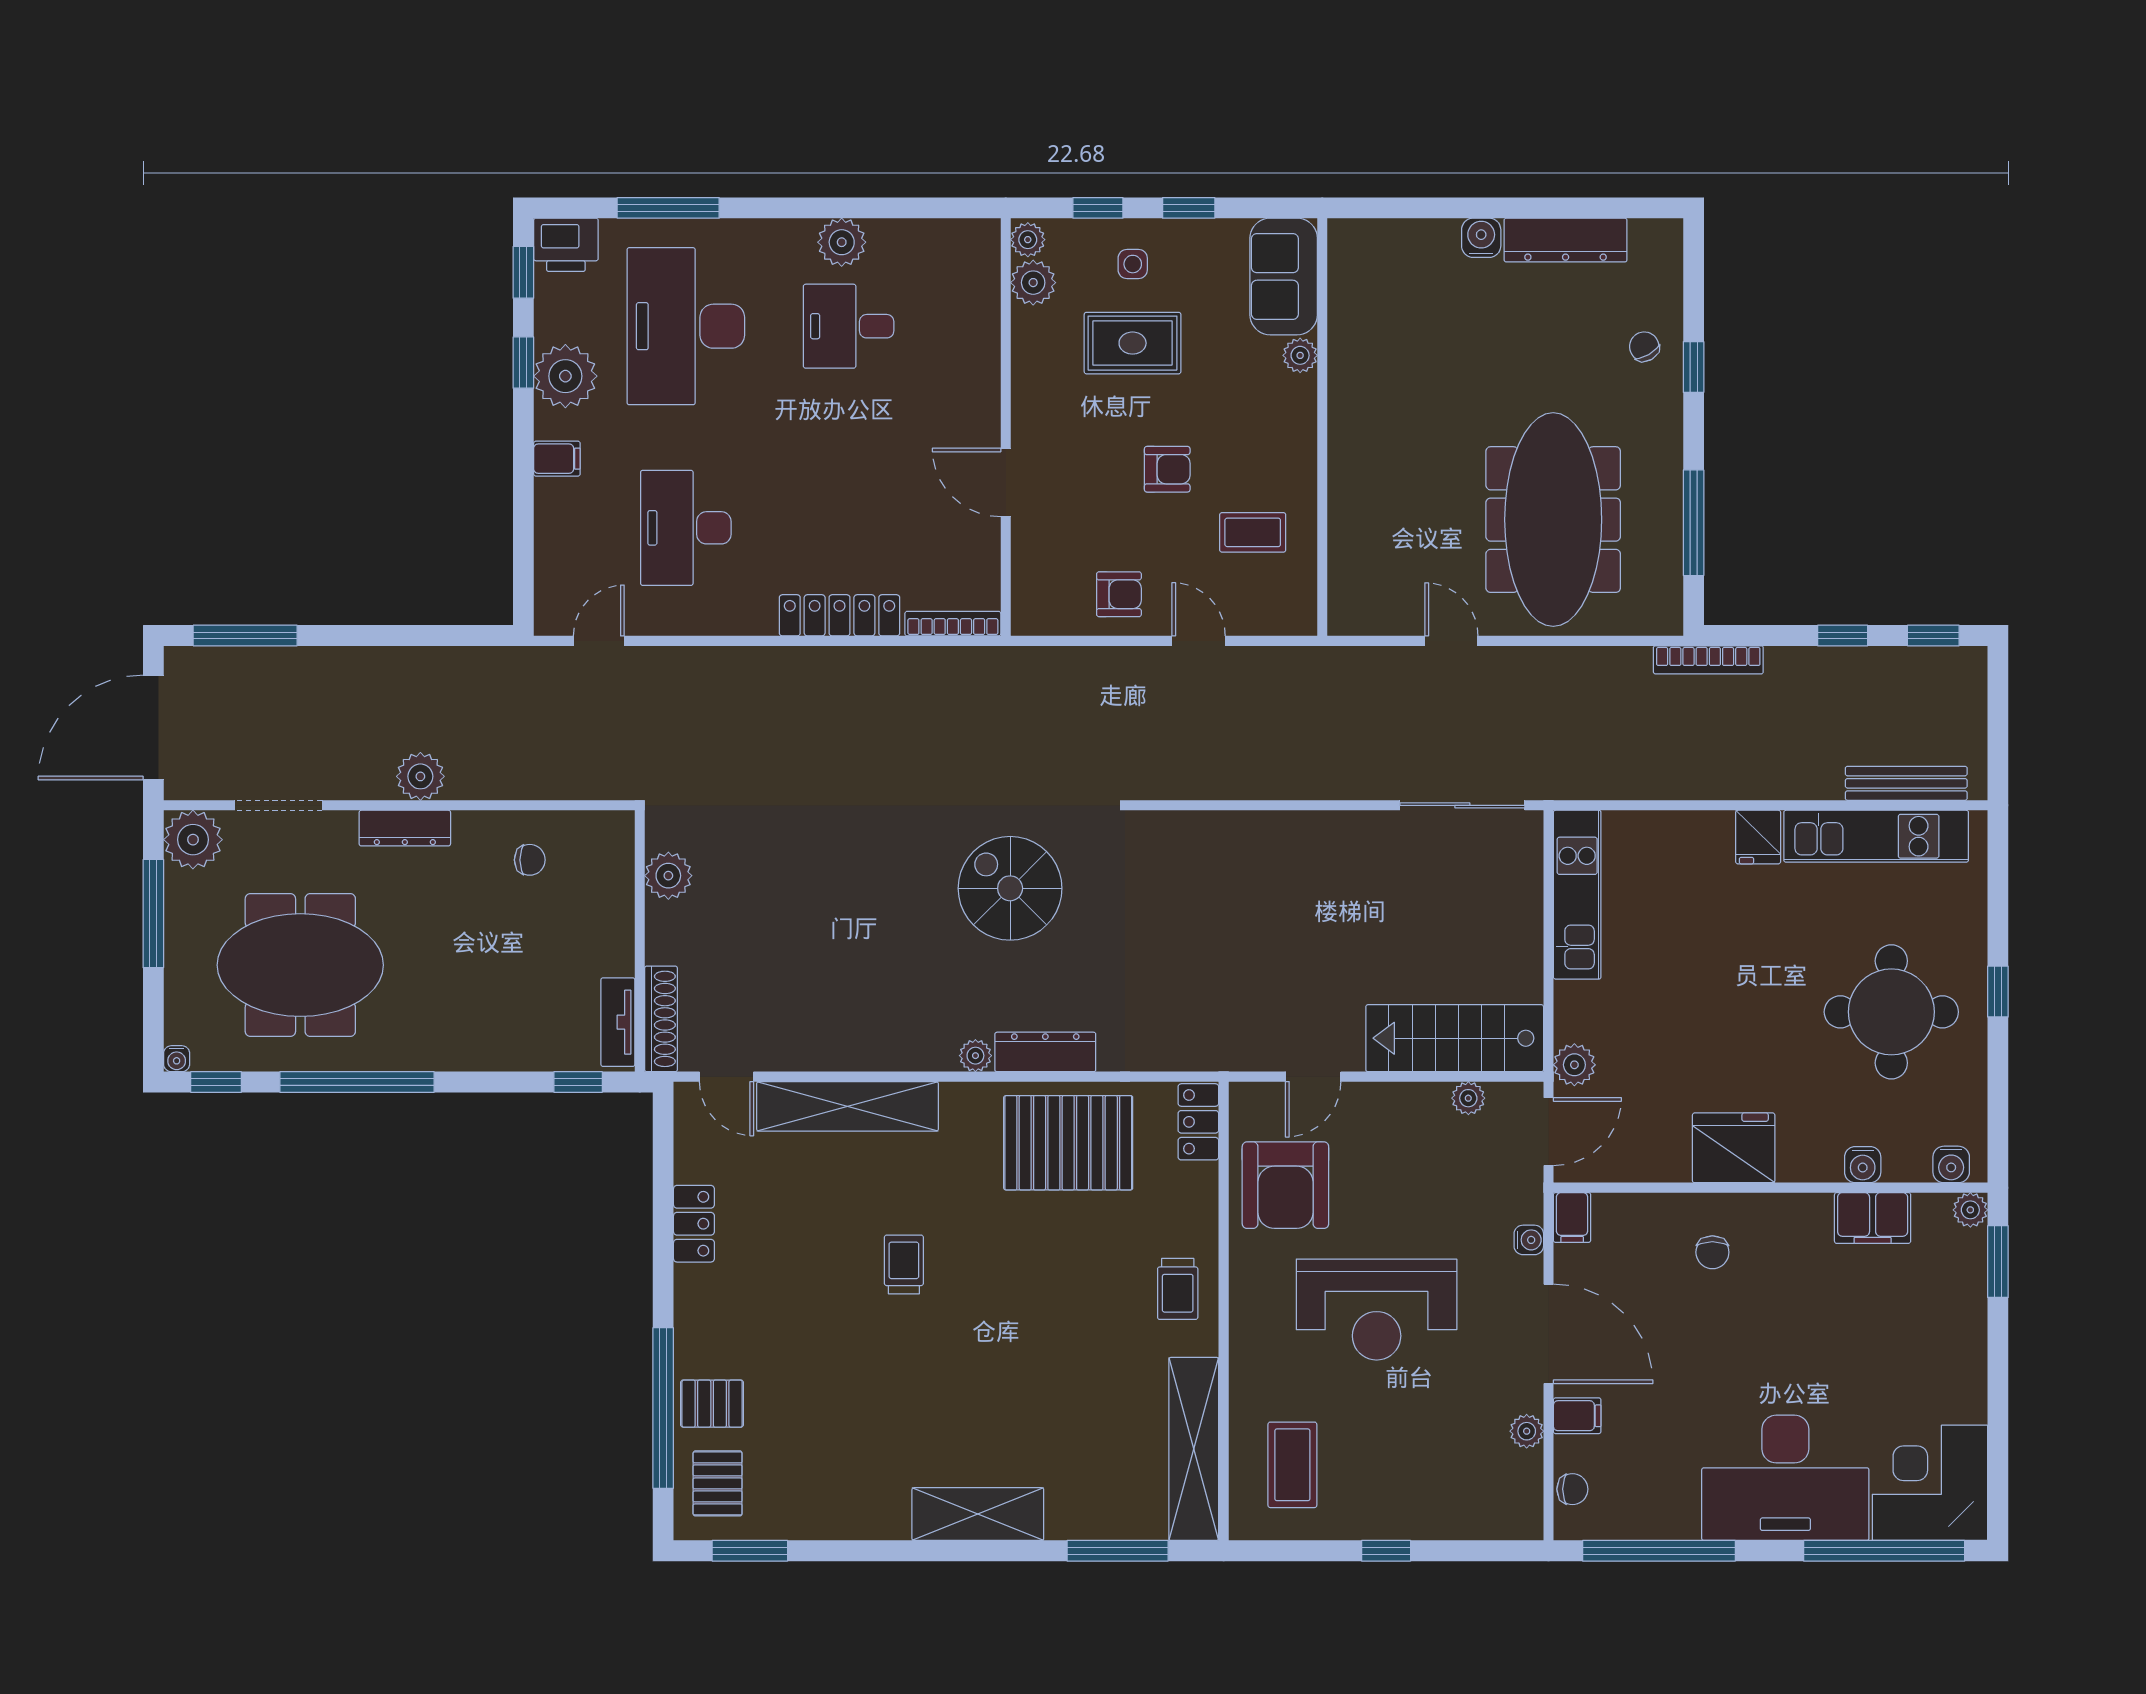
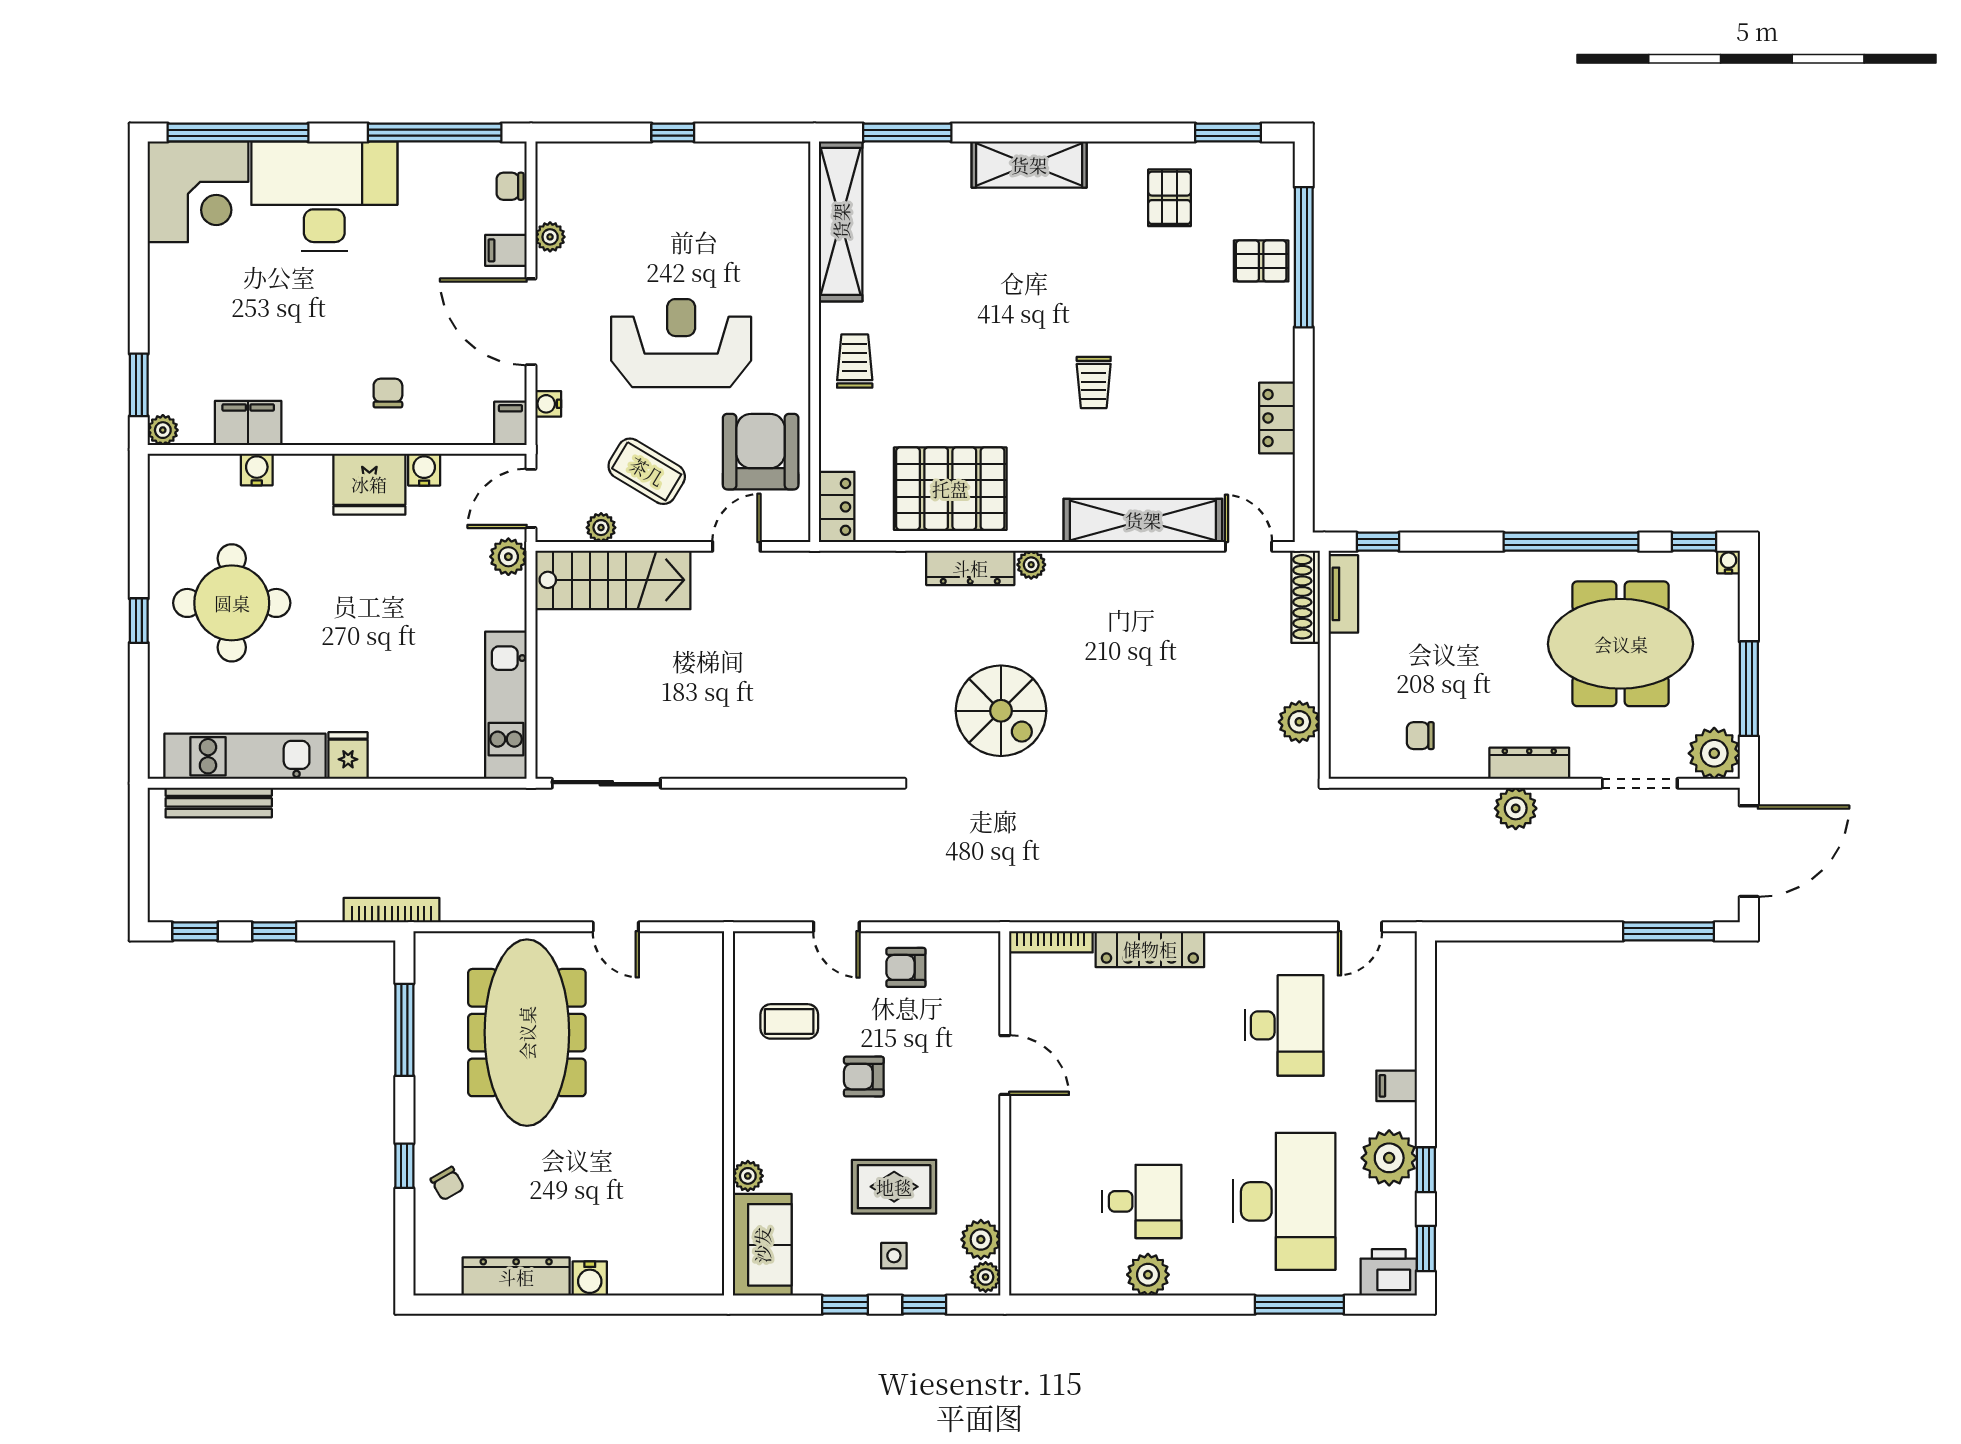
water cooler: (1951, 1164) -> (424, 470), moved
coffee table: (1292, 1465) -> (647, 471), moved, turned -59
pallet: (718, 1483) -> (1170, 198), moved

